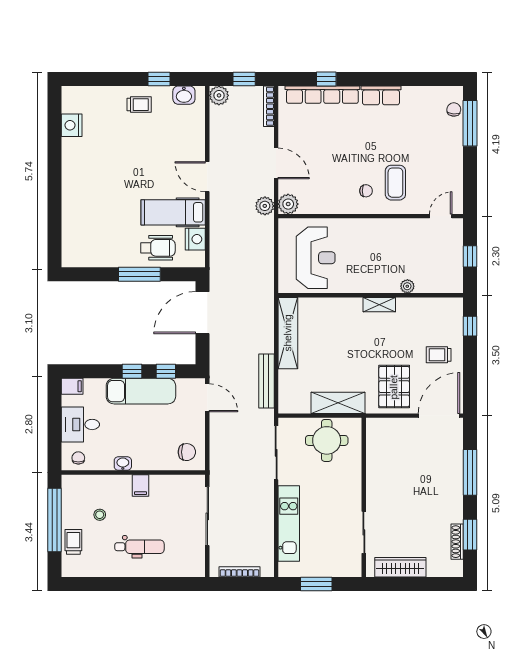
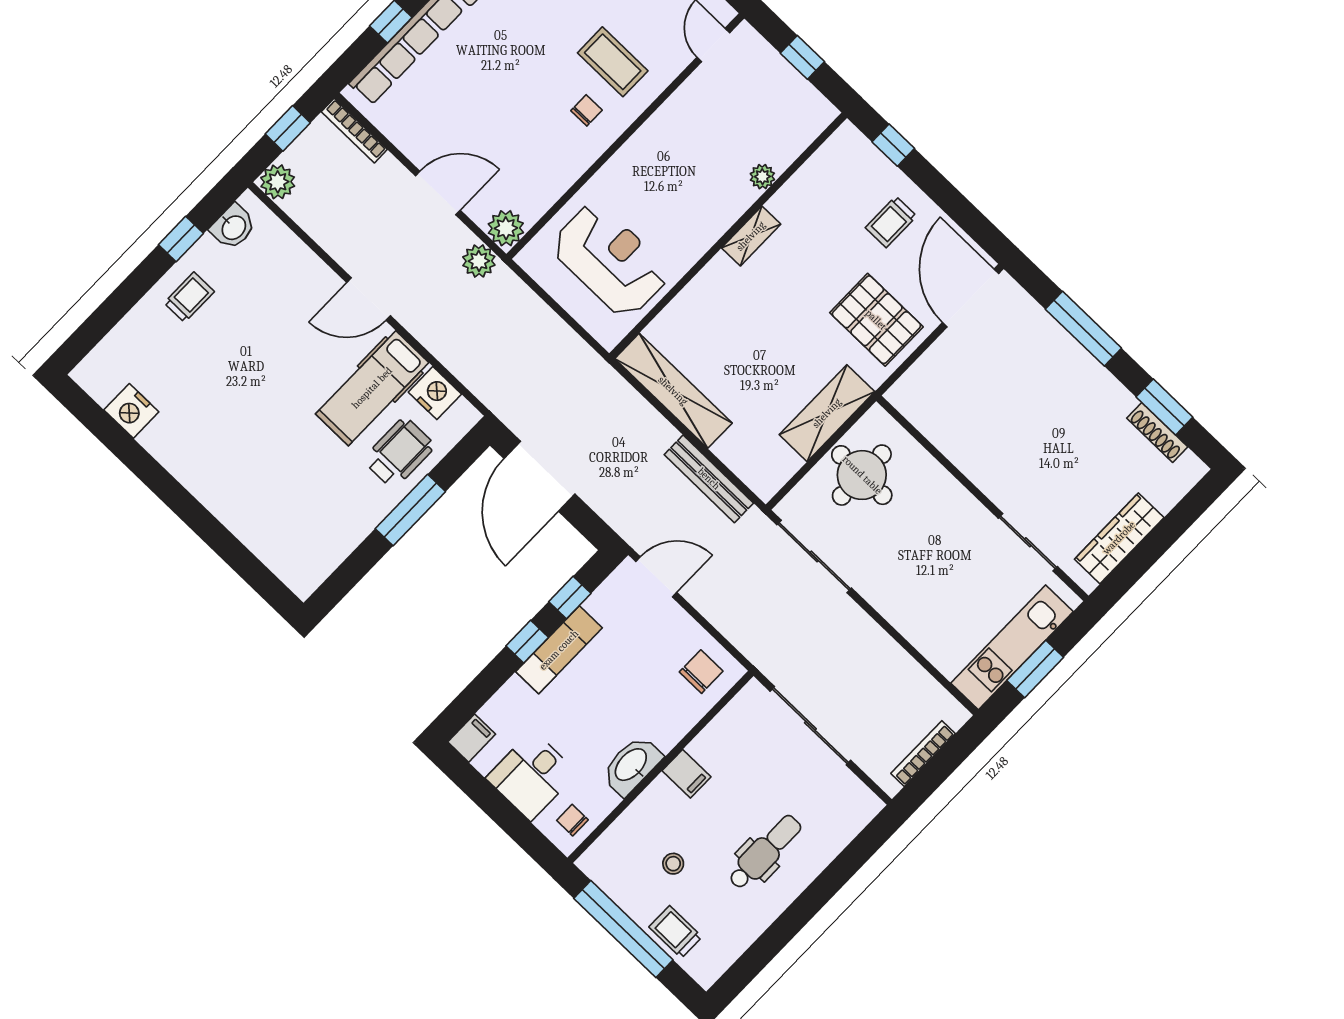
exam couch: (141, 391) -> (559, 650), width x0.73, depth x0.69
washbasin: (123, 463) -> (632, 765), width x1.91, depth x1.45
kitchen unit: (289, 524) -> (1012, 647), moved, turned -90

